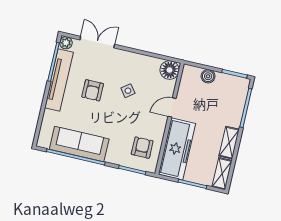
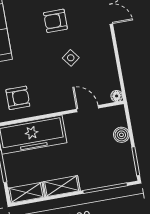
floor lamp: (170, 70) -> (117, 96), width x0.53, depth x0.53
door: (172, 107) -> (88, 109), moved

